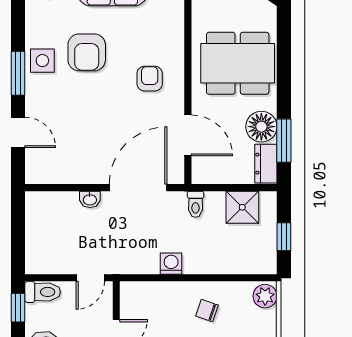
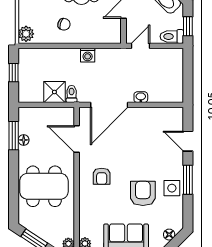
floor lamp: (261, 127) -> (24, 140), width x0.53, depth x0.53
dresser: (266, 164) -> (25, 121), removed
shower: (242, 207) -> (54, 92), moved

